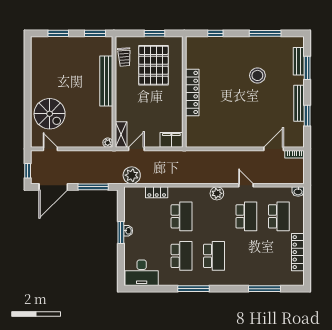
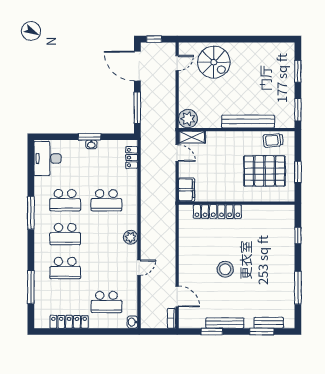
stool: (257, 75) -> (225, 269), moved
locker: (192, 92) -> (217, 212), moved
spiral stairs: (50, 114) -> (214, 62), turned -90
plant: (108, 143) -> (188, 119), width x1.87, depth x1.87
plant: (132, 175) -> (149, 148), removed
locker: (157, 192) -> (132, 158), moved
school desk: (246, 216) -> (65, 268), moved

